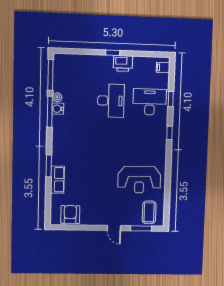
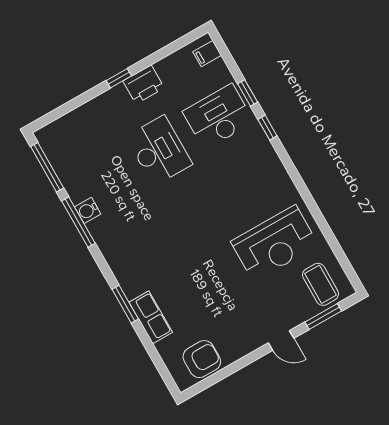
plant: (57, 97) -> (77, 194), removed
window: (170, 133) -> (267, 128), moved
armchair: (70, 215) -> (202, 359), turned 90

